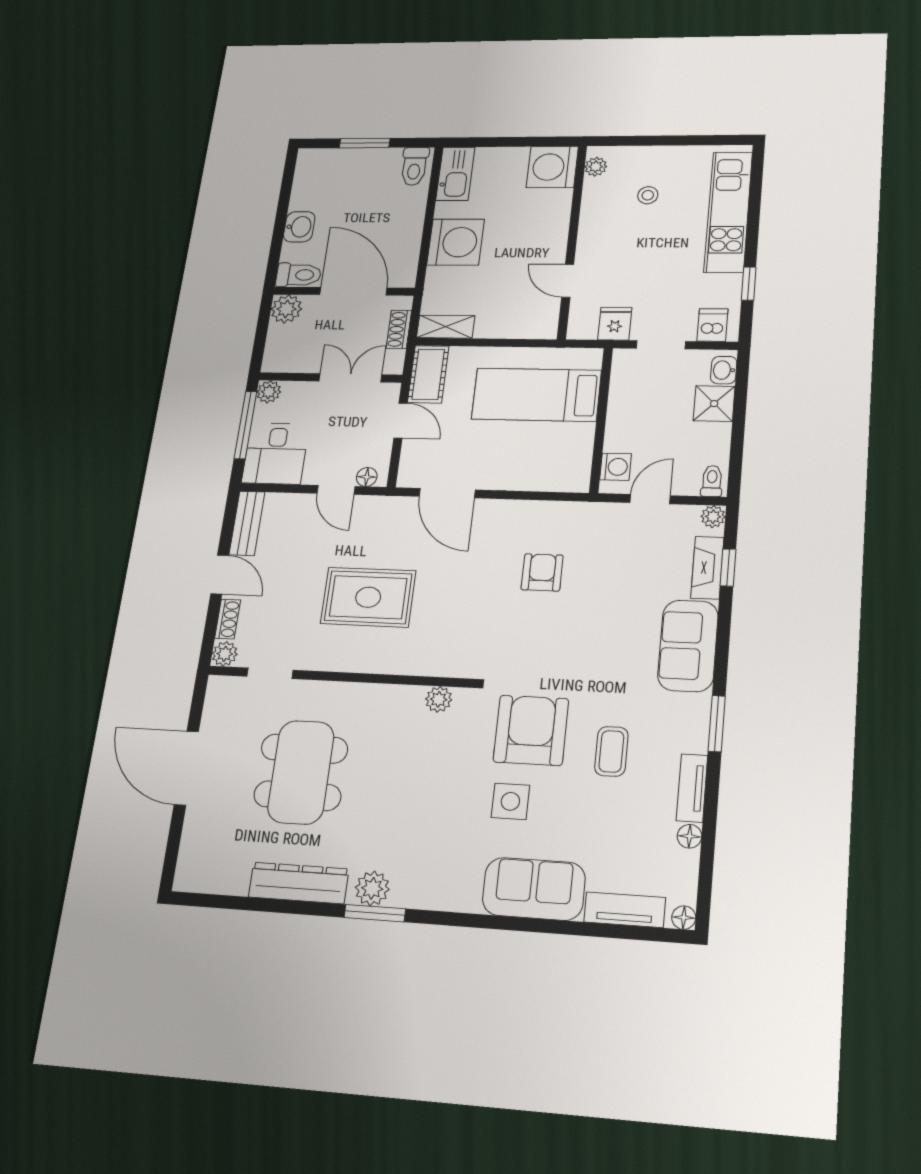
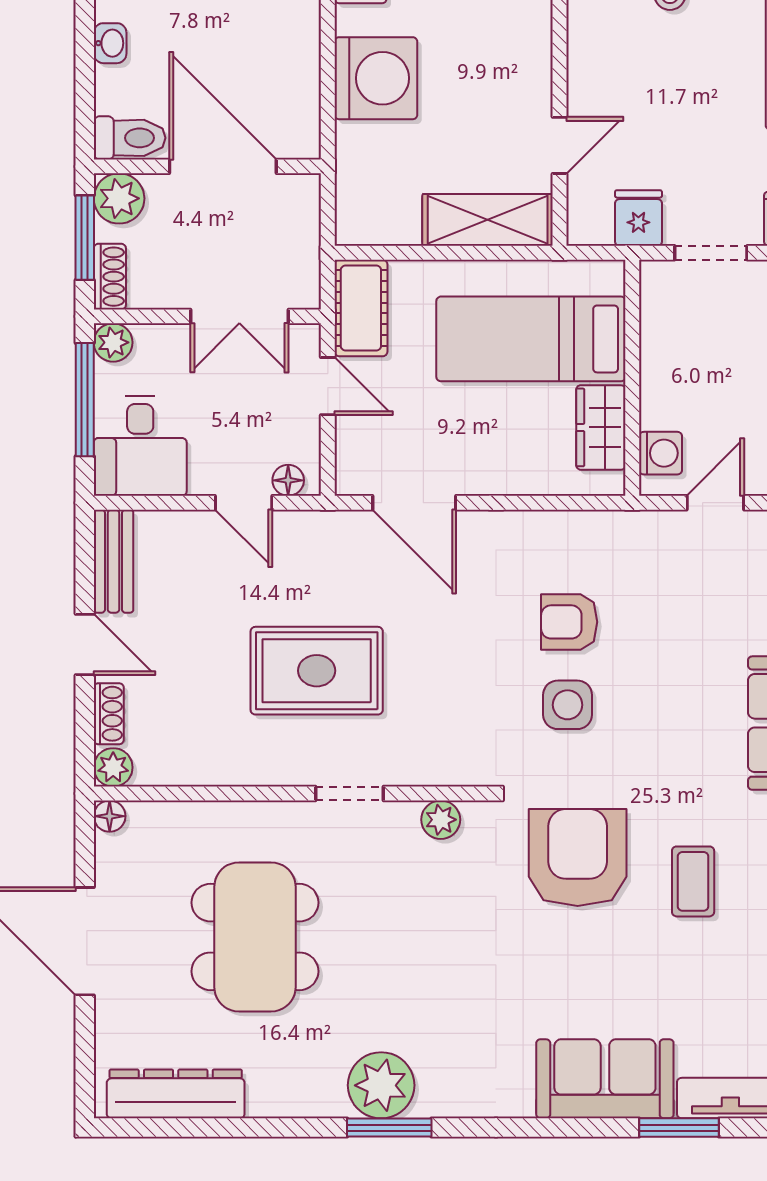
washbasin: (299, 227) -> (110, 43), width x0.72, depth x0.69
door: (568, 281) -> (560, 145), swing flipped
shelving: (446, 327) -> (488, 220), moved, width x1.50, depth x1.33
shoe rack: (399, 329) -> (110, 277), moved, turned 180
window: (262, 331) -> (85, 238), added
double door: (350, 378) -> (239, 316), swing flipped
wardrobe: (577, 450) -> (601, 427), added
armchair: (542, 572) -> (569, 622), turned -90
doorway: (270, 673) -> (349, 794), moved
floor lamp: (217, 686) -> (110, 816), added
side table: (510, 801) -> (568, 705), moved
dresser: (299, 883) -> (176, 1094), moved
plant: (372, 888) -> (381, 1085), width x1.36, depth x1.36
window: (585, 929) -> (679, 1128), added

